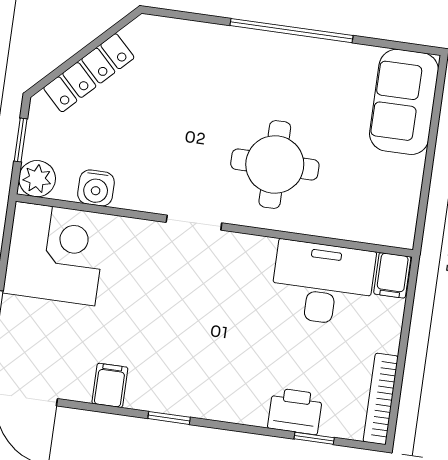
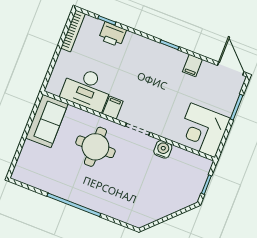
locker: (89, 73) -> (169, 207), removed
sofa: (404, 102) -> (47, 121), moved
plant: (37, 179) -> (203, 166), removed
water cooler: (96, 188) -> (163, 149), moved
filing cabinet: (392, 275) -> (113, 108), moved

